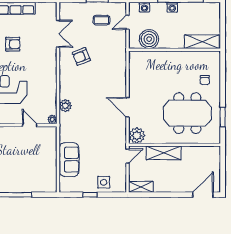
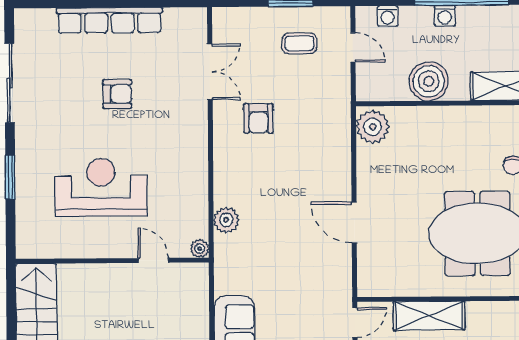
door: (128, 22) -> (353, 47), swing flipped
boiler: (149, 39) -> (429, 81), moved
armchair: (81, 56) -> (258, 118), turned -68
plant: (137, 136) -> (373, 127), moved

